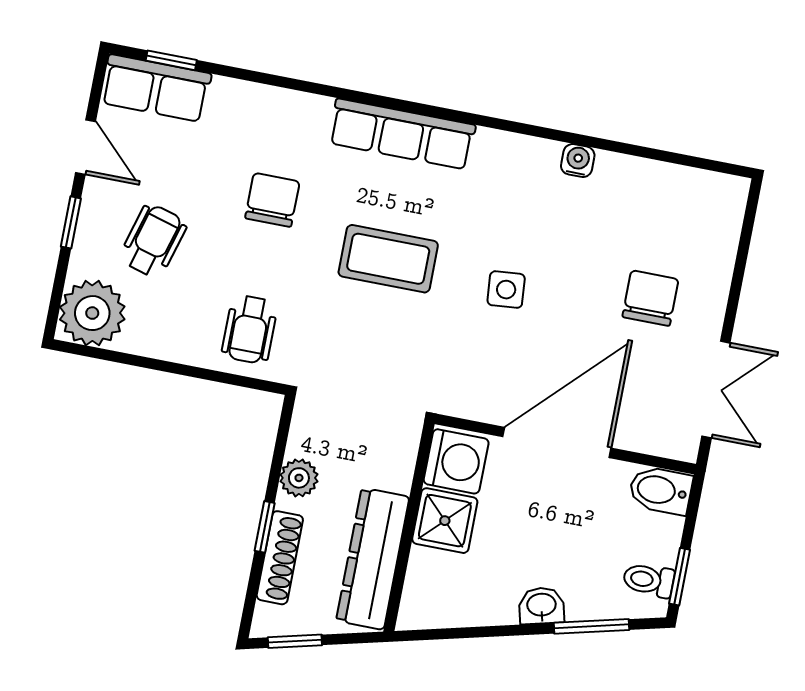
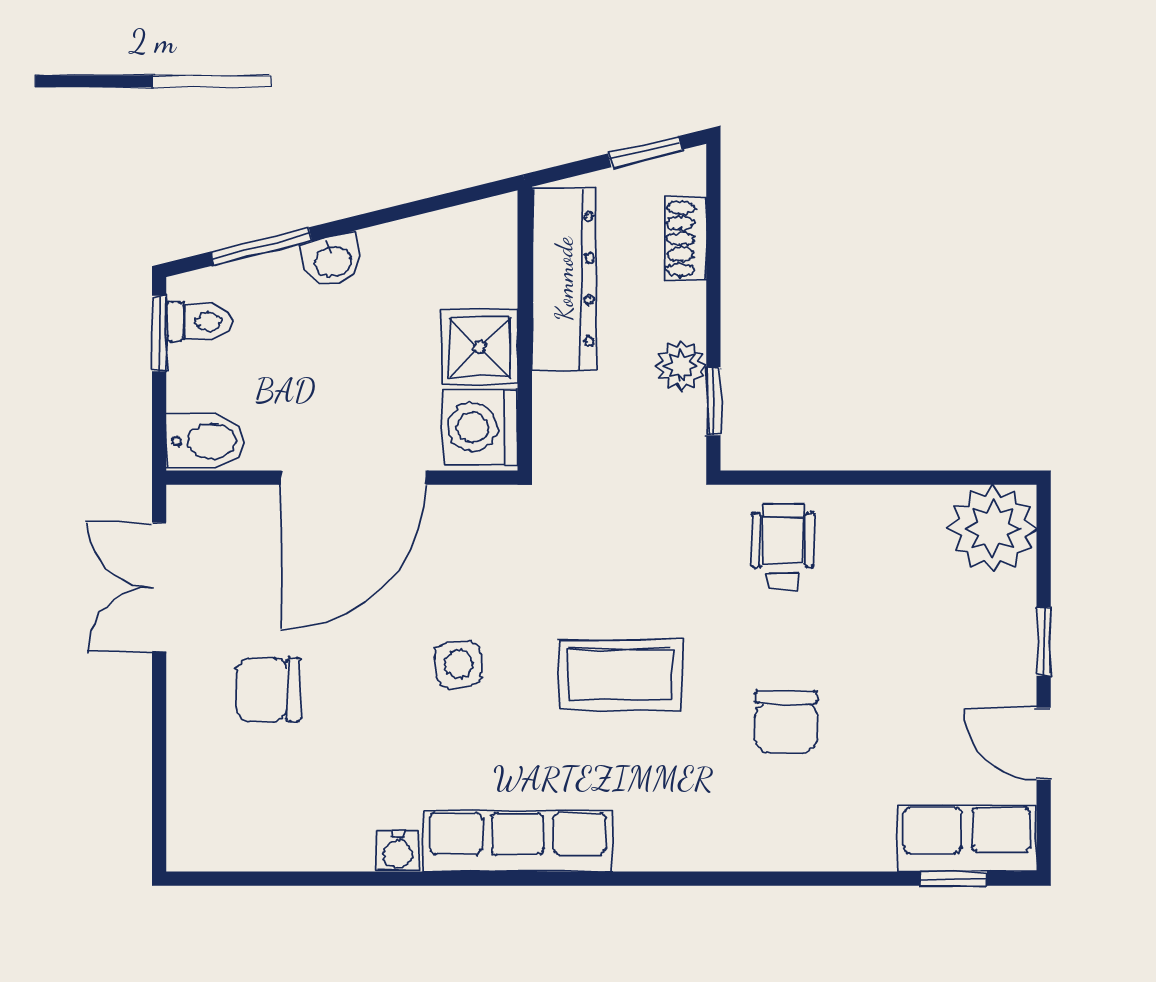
row of seats: (402, 134) -> (518, 841), moved
wheelchair: (153, 241) -> (932, 638), removed
chair: (650, 298) -> (268, 690), turned 90
window: (265, 527) -> (713, 401), moved
shoe rack: (280, 558) -> (686, 239), width x0.70

